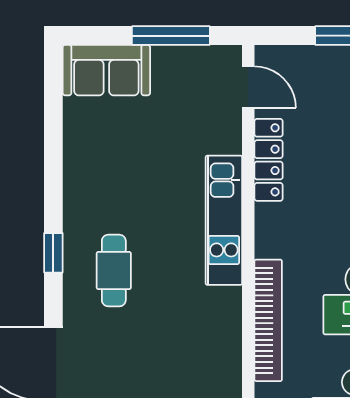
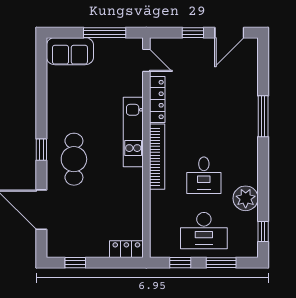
cafe table: (114, 271) -> (74, 159), width x1.37, depth x1.35
bookcase: (268, 320) -> (157, 157), moved

